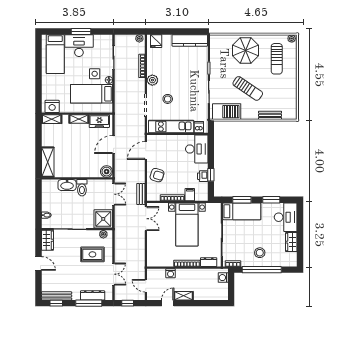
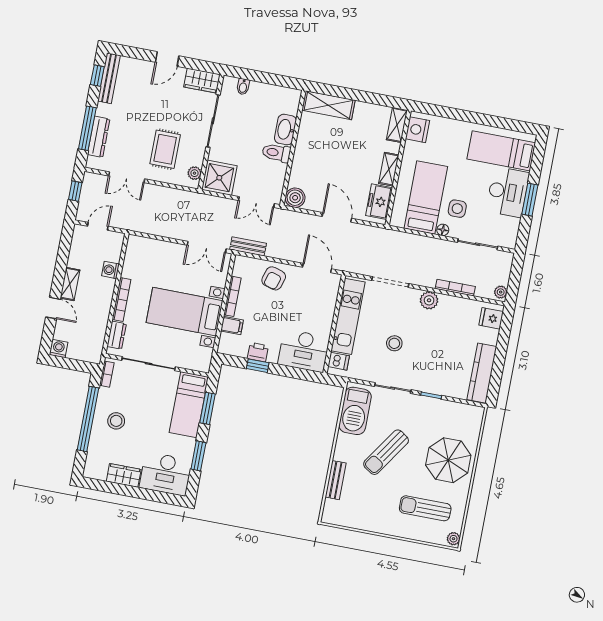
stool: (168, 99) -> (394, 343), moved
washing machine: (223, 278) -> (59, 348), moved
door: (168, 303) -> (53, 308), moved

